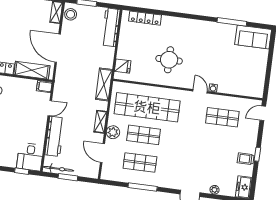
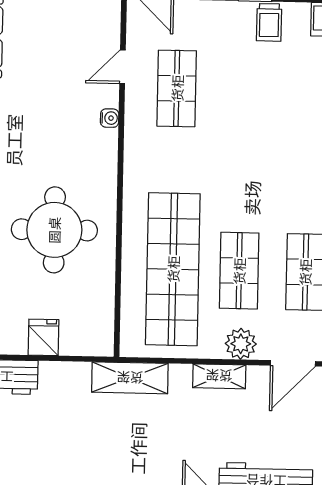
round table: (169, 60) -> (54, 230), width x1.36, depth x1.36
fridge: (123, 66) -> (43, 337), moved
door: (200, 91) -> (123, 67), moved

